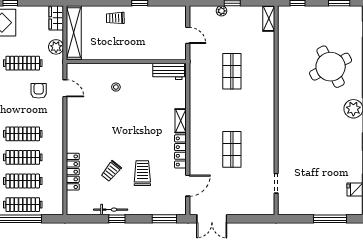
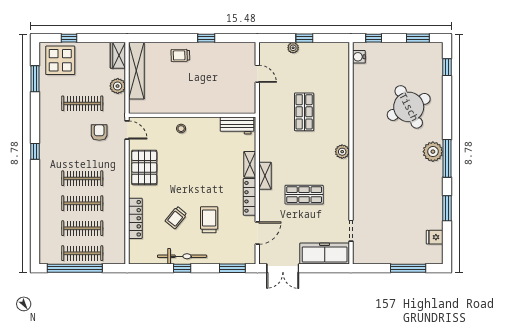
shelving: (269, 19) -> (265, 176), moved
water cooler: (284, 19) -> (359, 57), added
wall: (126, 62) -> (192, 115), moved
workbench: (169, 71) -> (237, 125), moved
plant: (268, 109) -> (342, 152), added
pallet: (81, 124) -> (144, 167), added
shop shelf: (232, 149) -> (304, 195), turned 90
freezer: (251, 205) -> (325, 254), added
bicycle: (111, 210) -> (182, 256), width x1.37, depth x1.40

